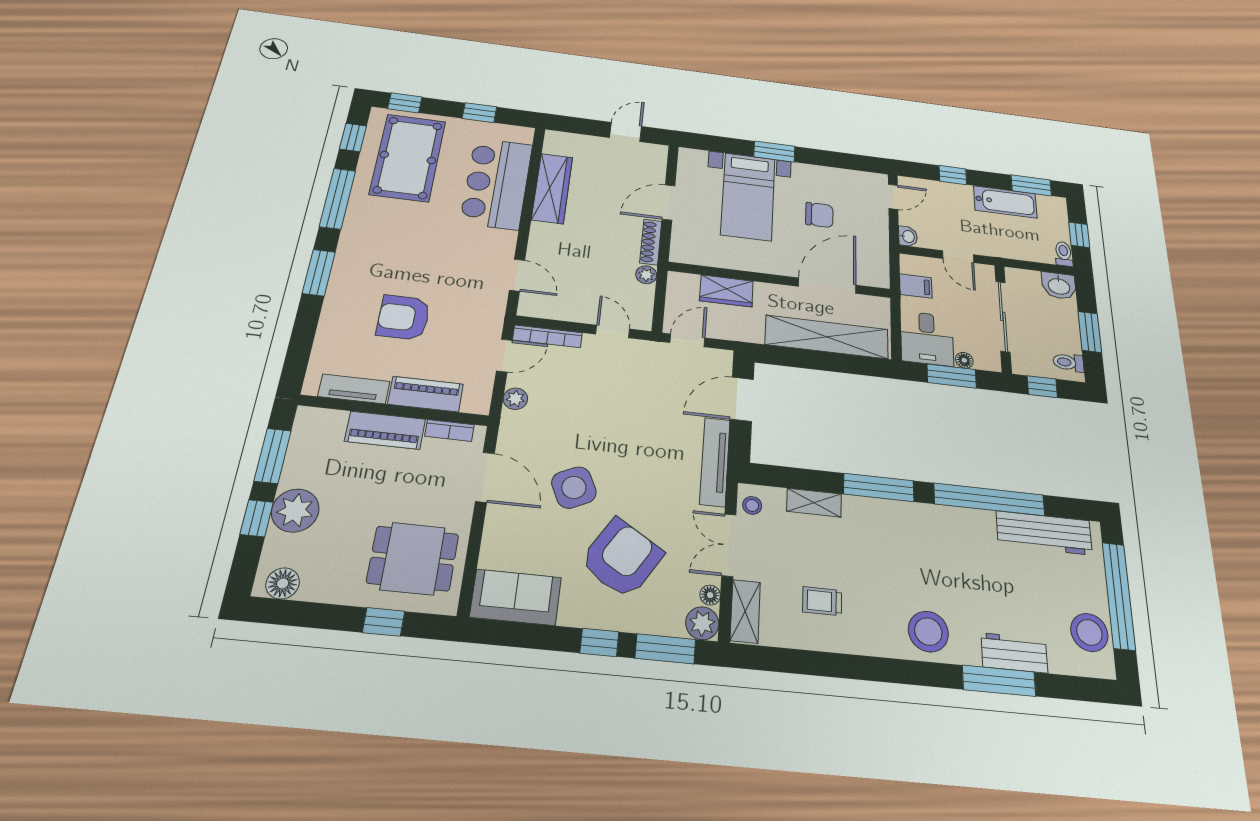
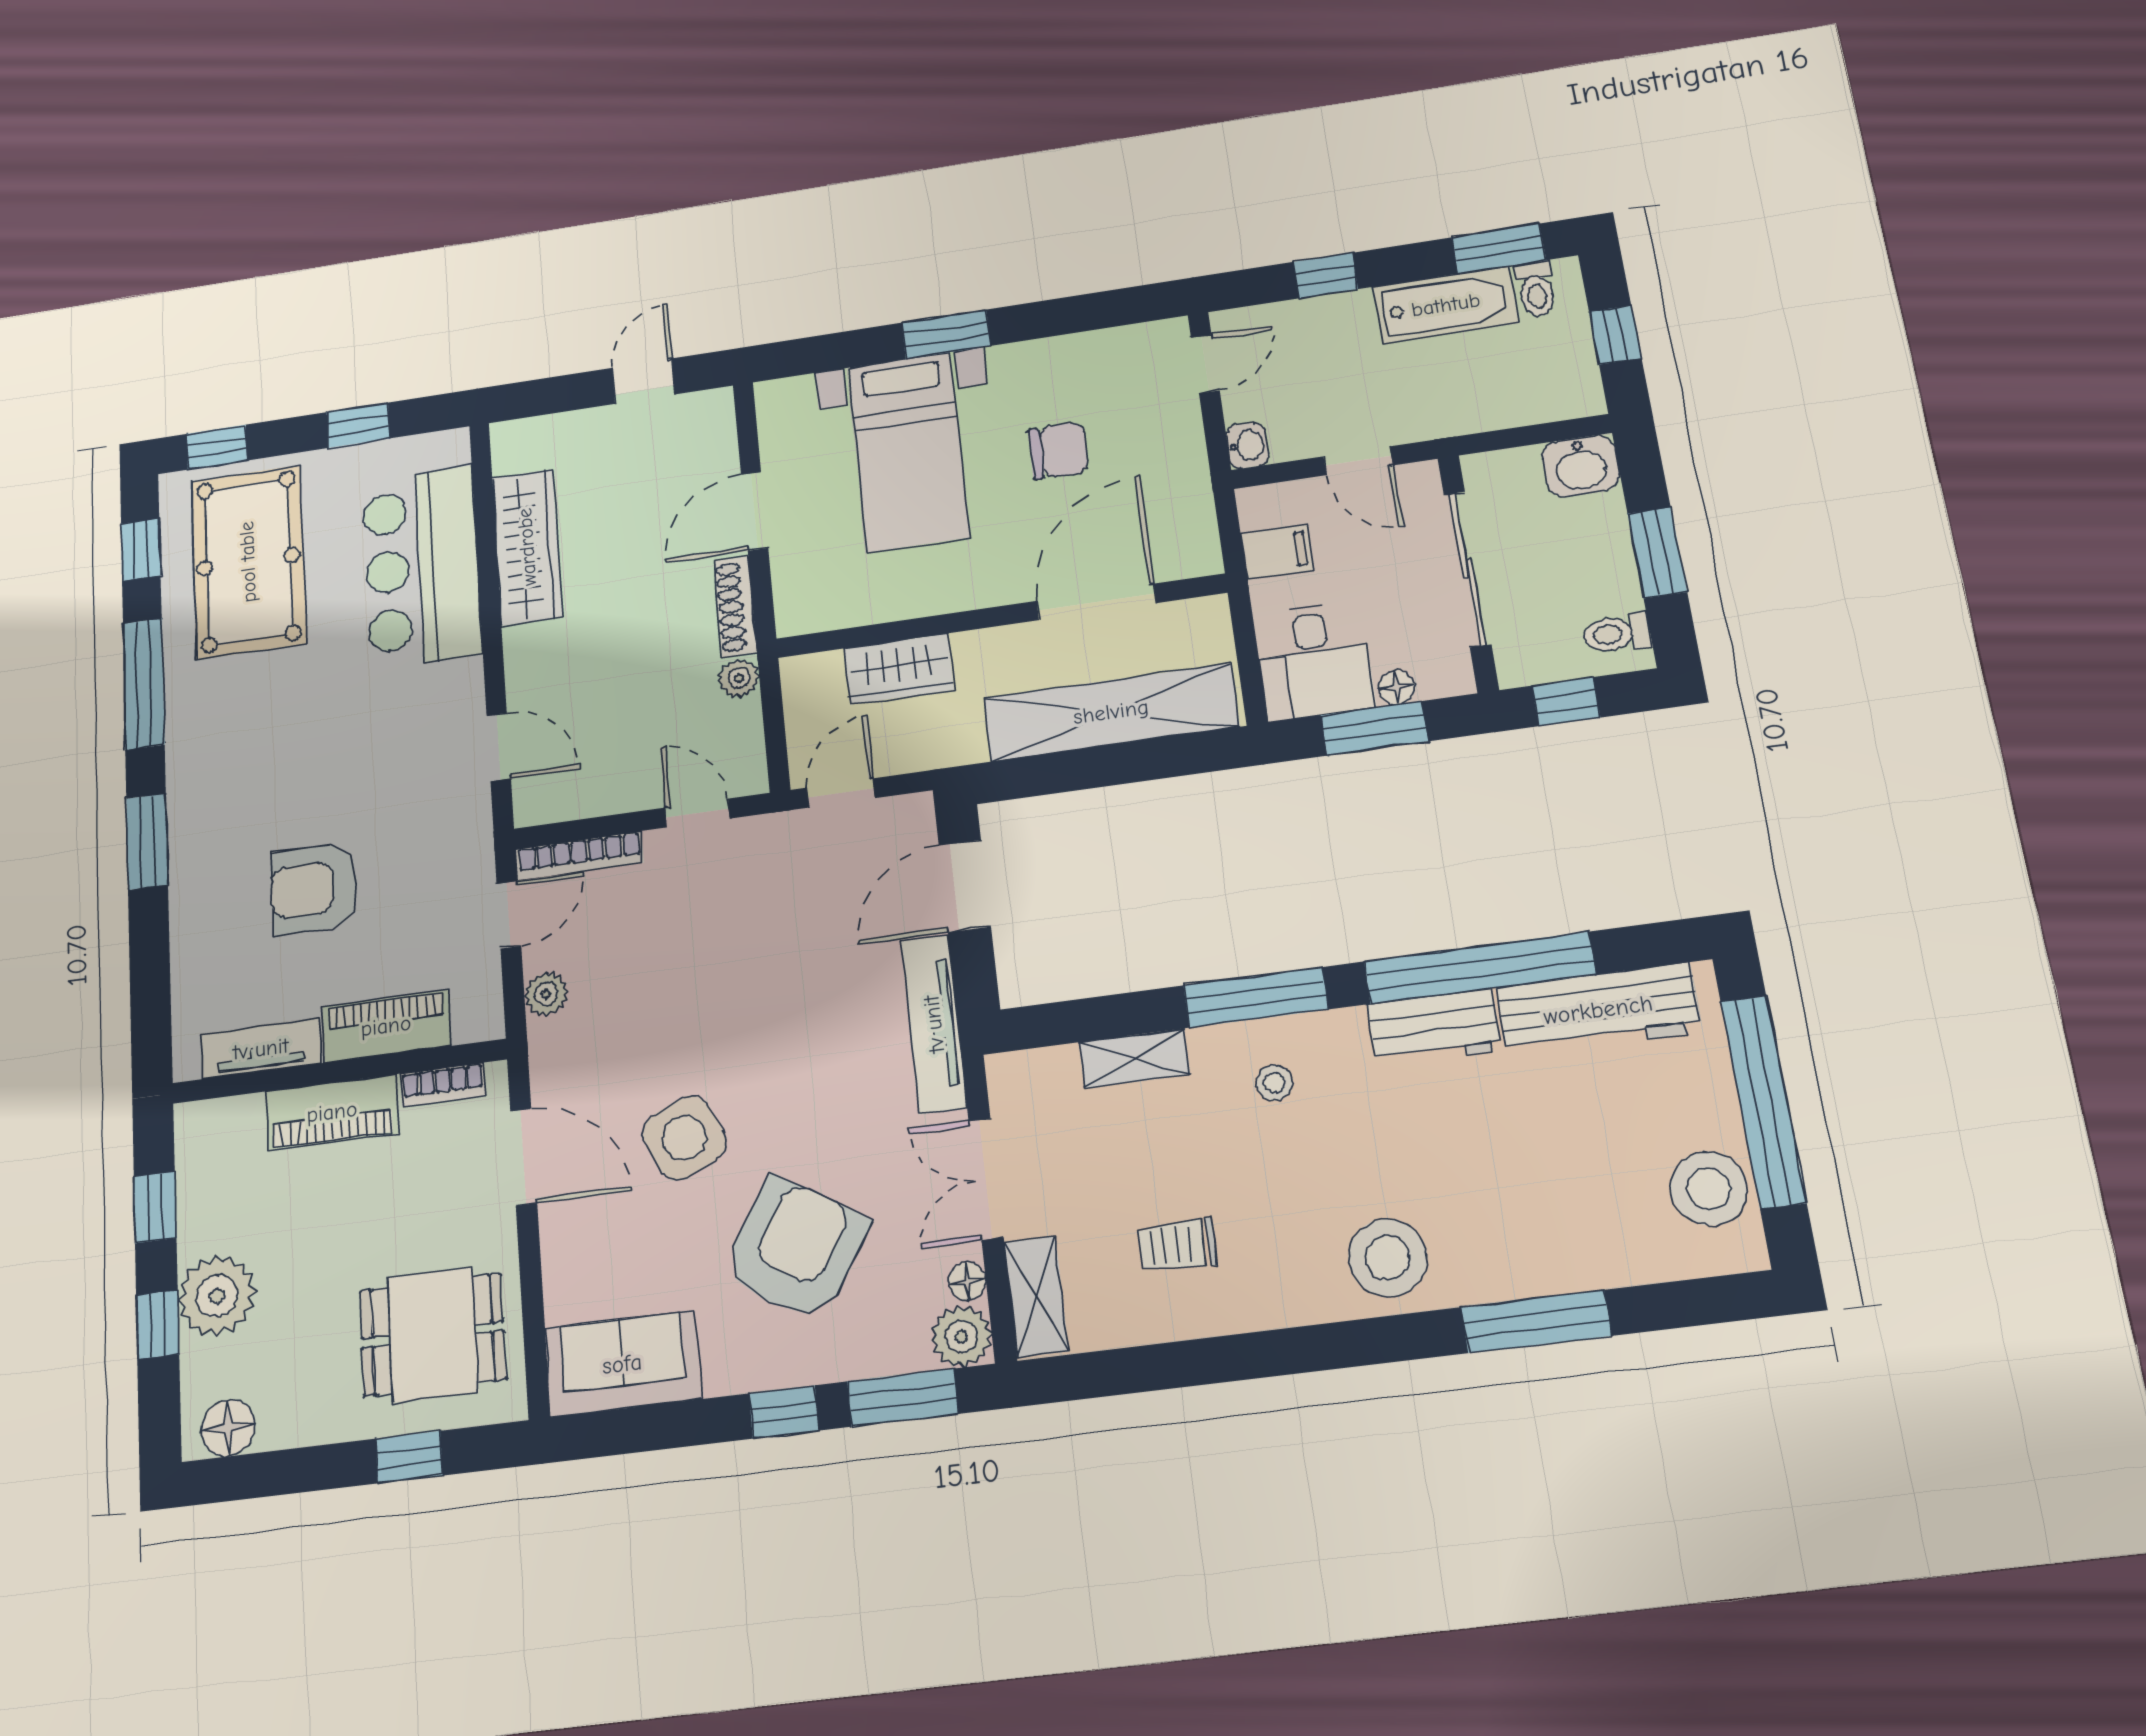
toilet: (1064, 254) -> (1536, 289), moved, turned 180
window: (272, 456) -> (155, 1207), width x0.67
stool: (752, 505) -> (1274, 1083), moved
workbench: (1014, 653) -> (1434, 1027), moved, turned 180

